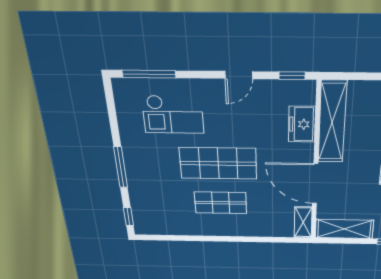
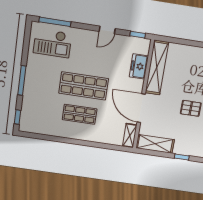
checkout: (173, 115) -> (52, 43), moved

